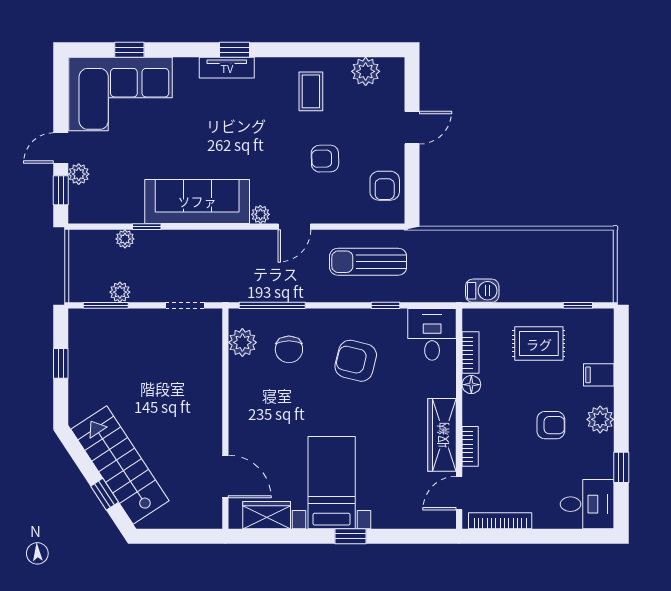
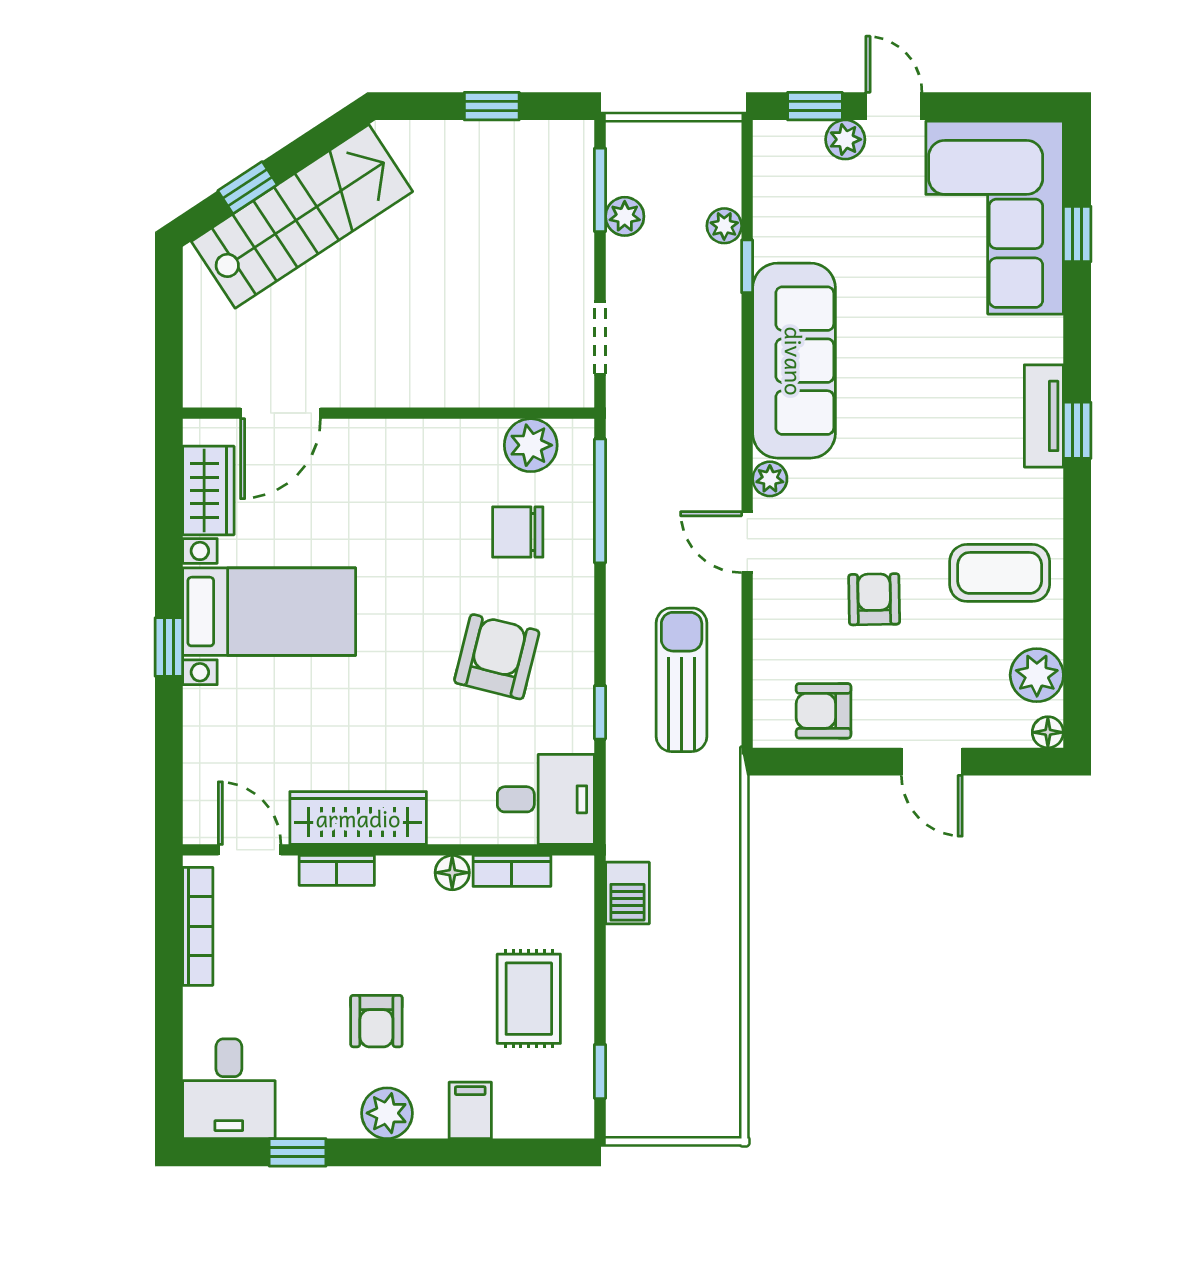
floor lamp: (396, 66) -> (1048, 732), added
coffee table: (311, 91) -> (1000, 573), width x1.36, depth x1.30

